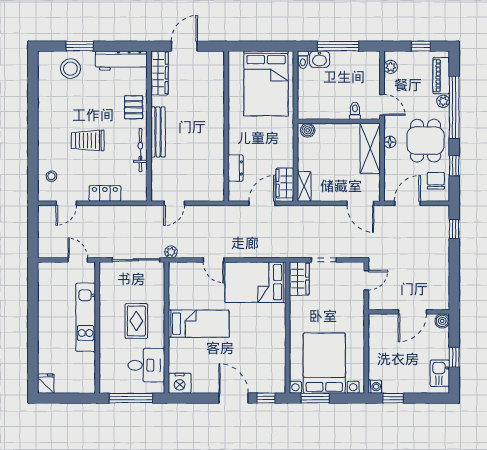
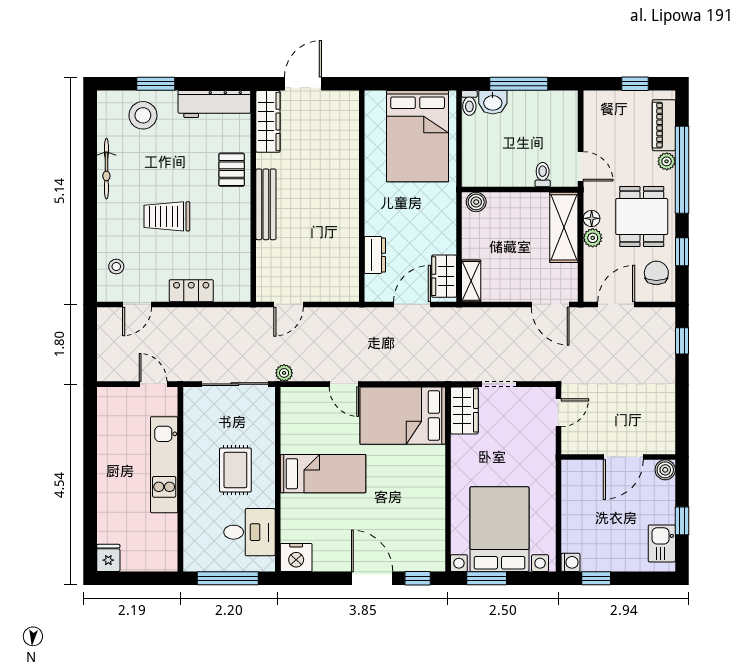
plant: (391, 67) -> (593, 238), moved
bicycle: (140, 150) -> (106, 169), moved, turned 180

